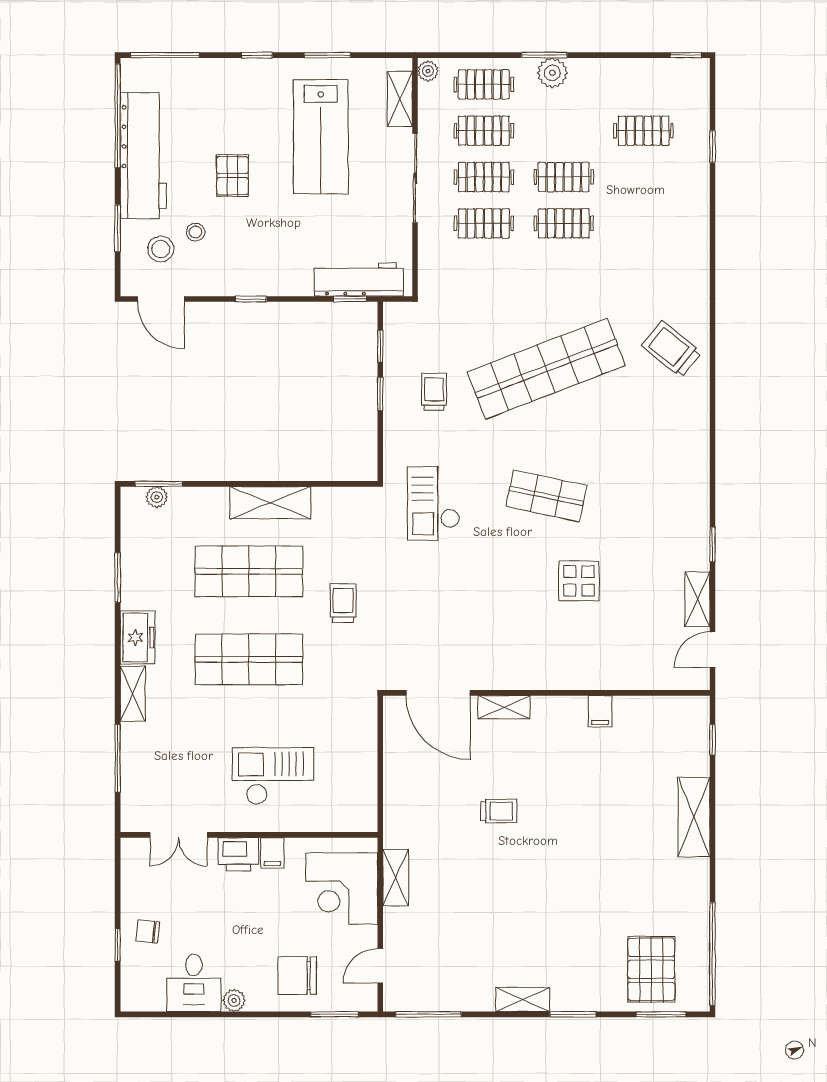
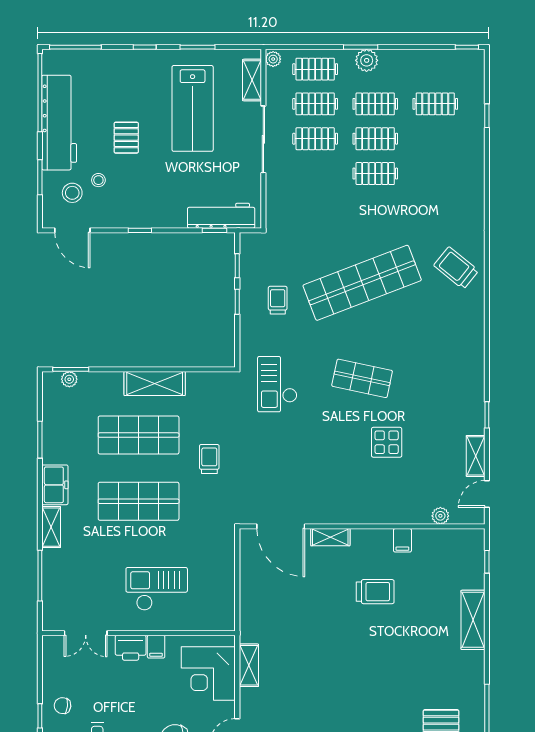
clothes rail: (484, 223) -> (375, 104), moved
plant: (650, 679) -> (440, 516), added
trolley: (499, 811) -> (375, 592), moved, width x1.36, depth x1.39

